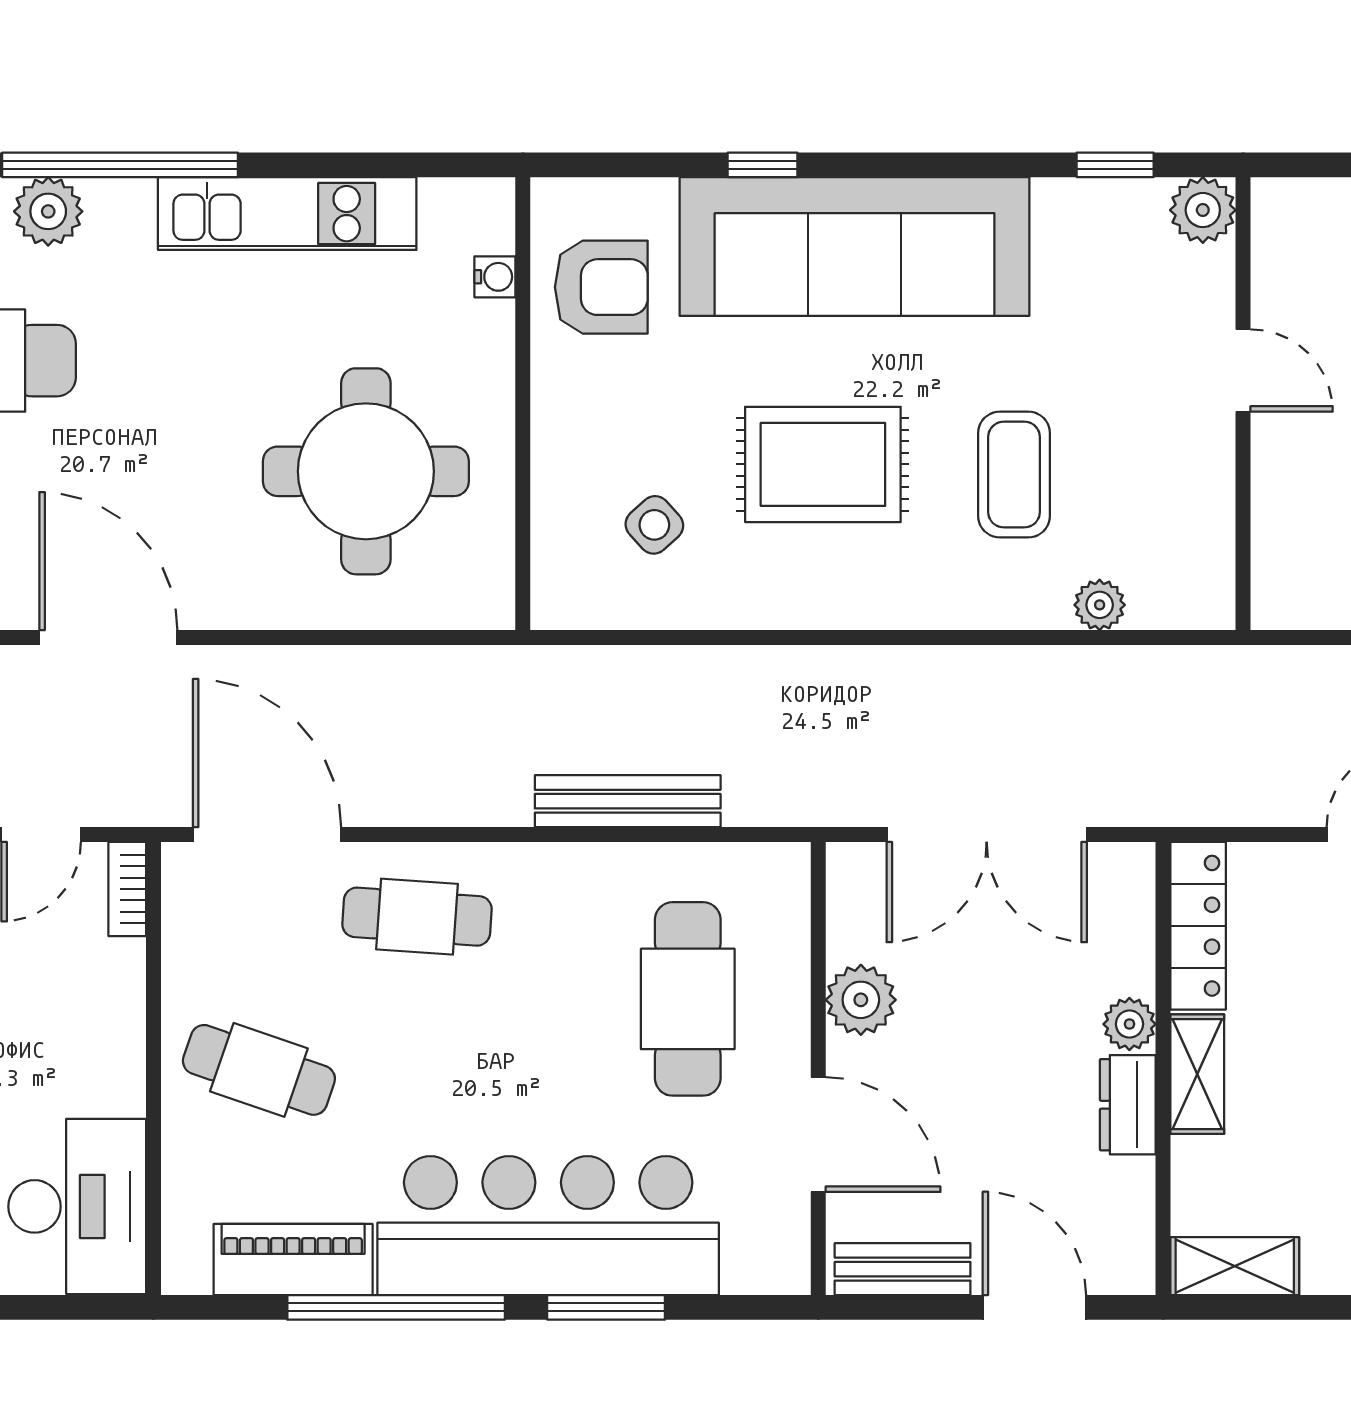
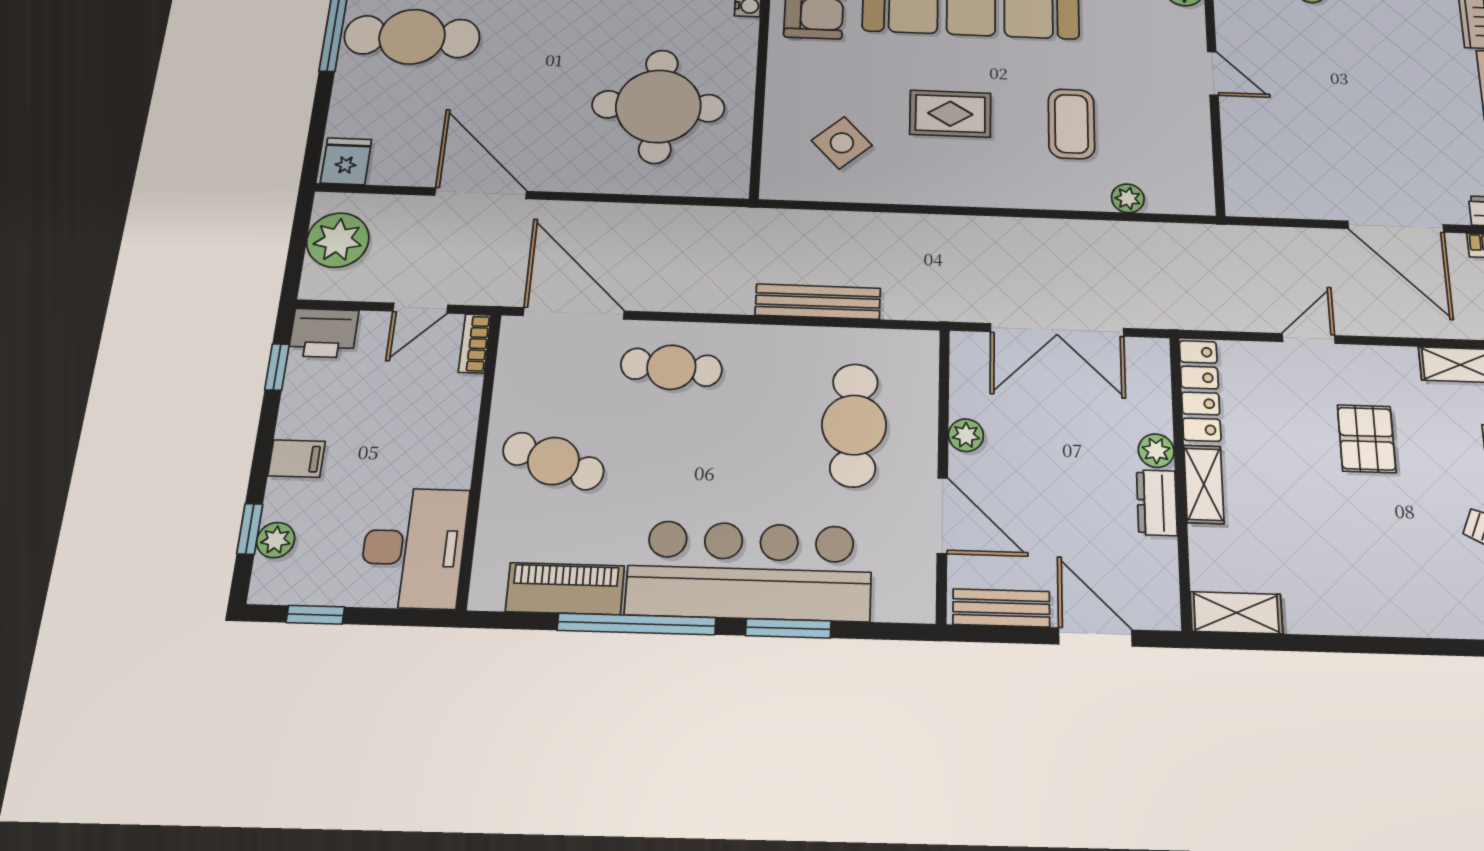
rug: (823, 464) -> (950, 114), width x0.73, depth x0.70
side table: (654, 525) -> (842, 143), width x1.37, depth x1.37
plant: (861, 1000) -> (966, 435), width x0.73, depth x0.73

